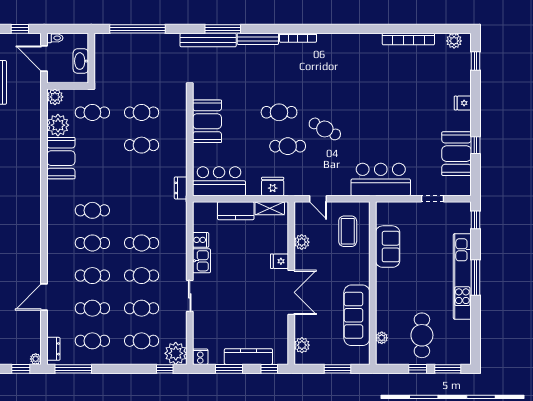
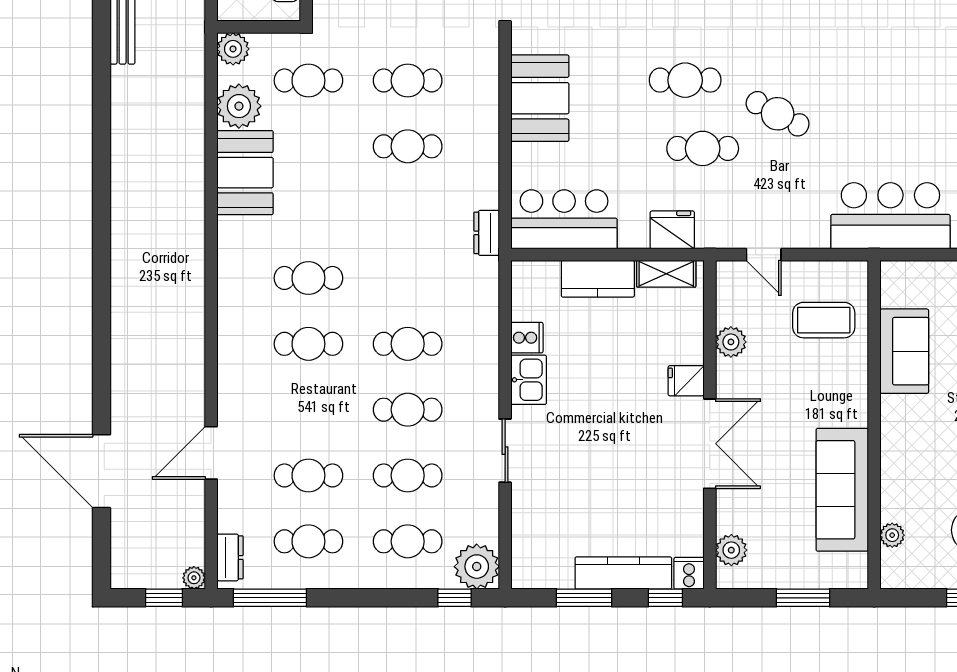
coffee table: (348, 231) -> (824, 320), turned 90
cafe table: (92, 276) -> (308, 410), removed
cooker: (200, 357) -> (689, 573), moved

